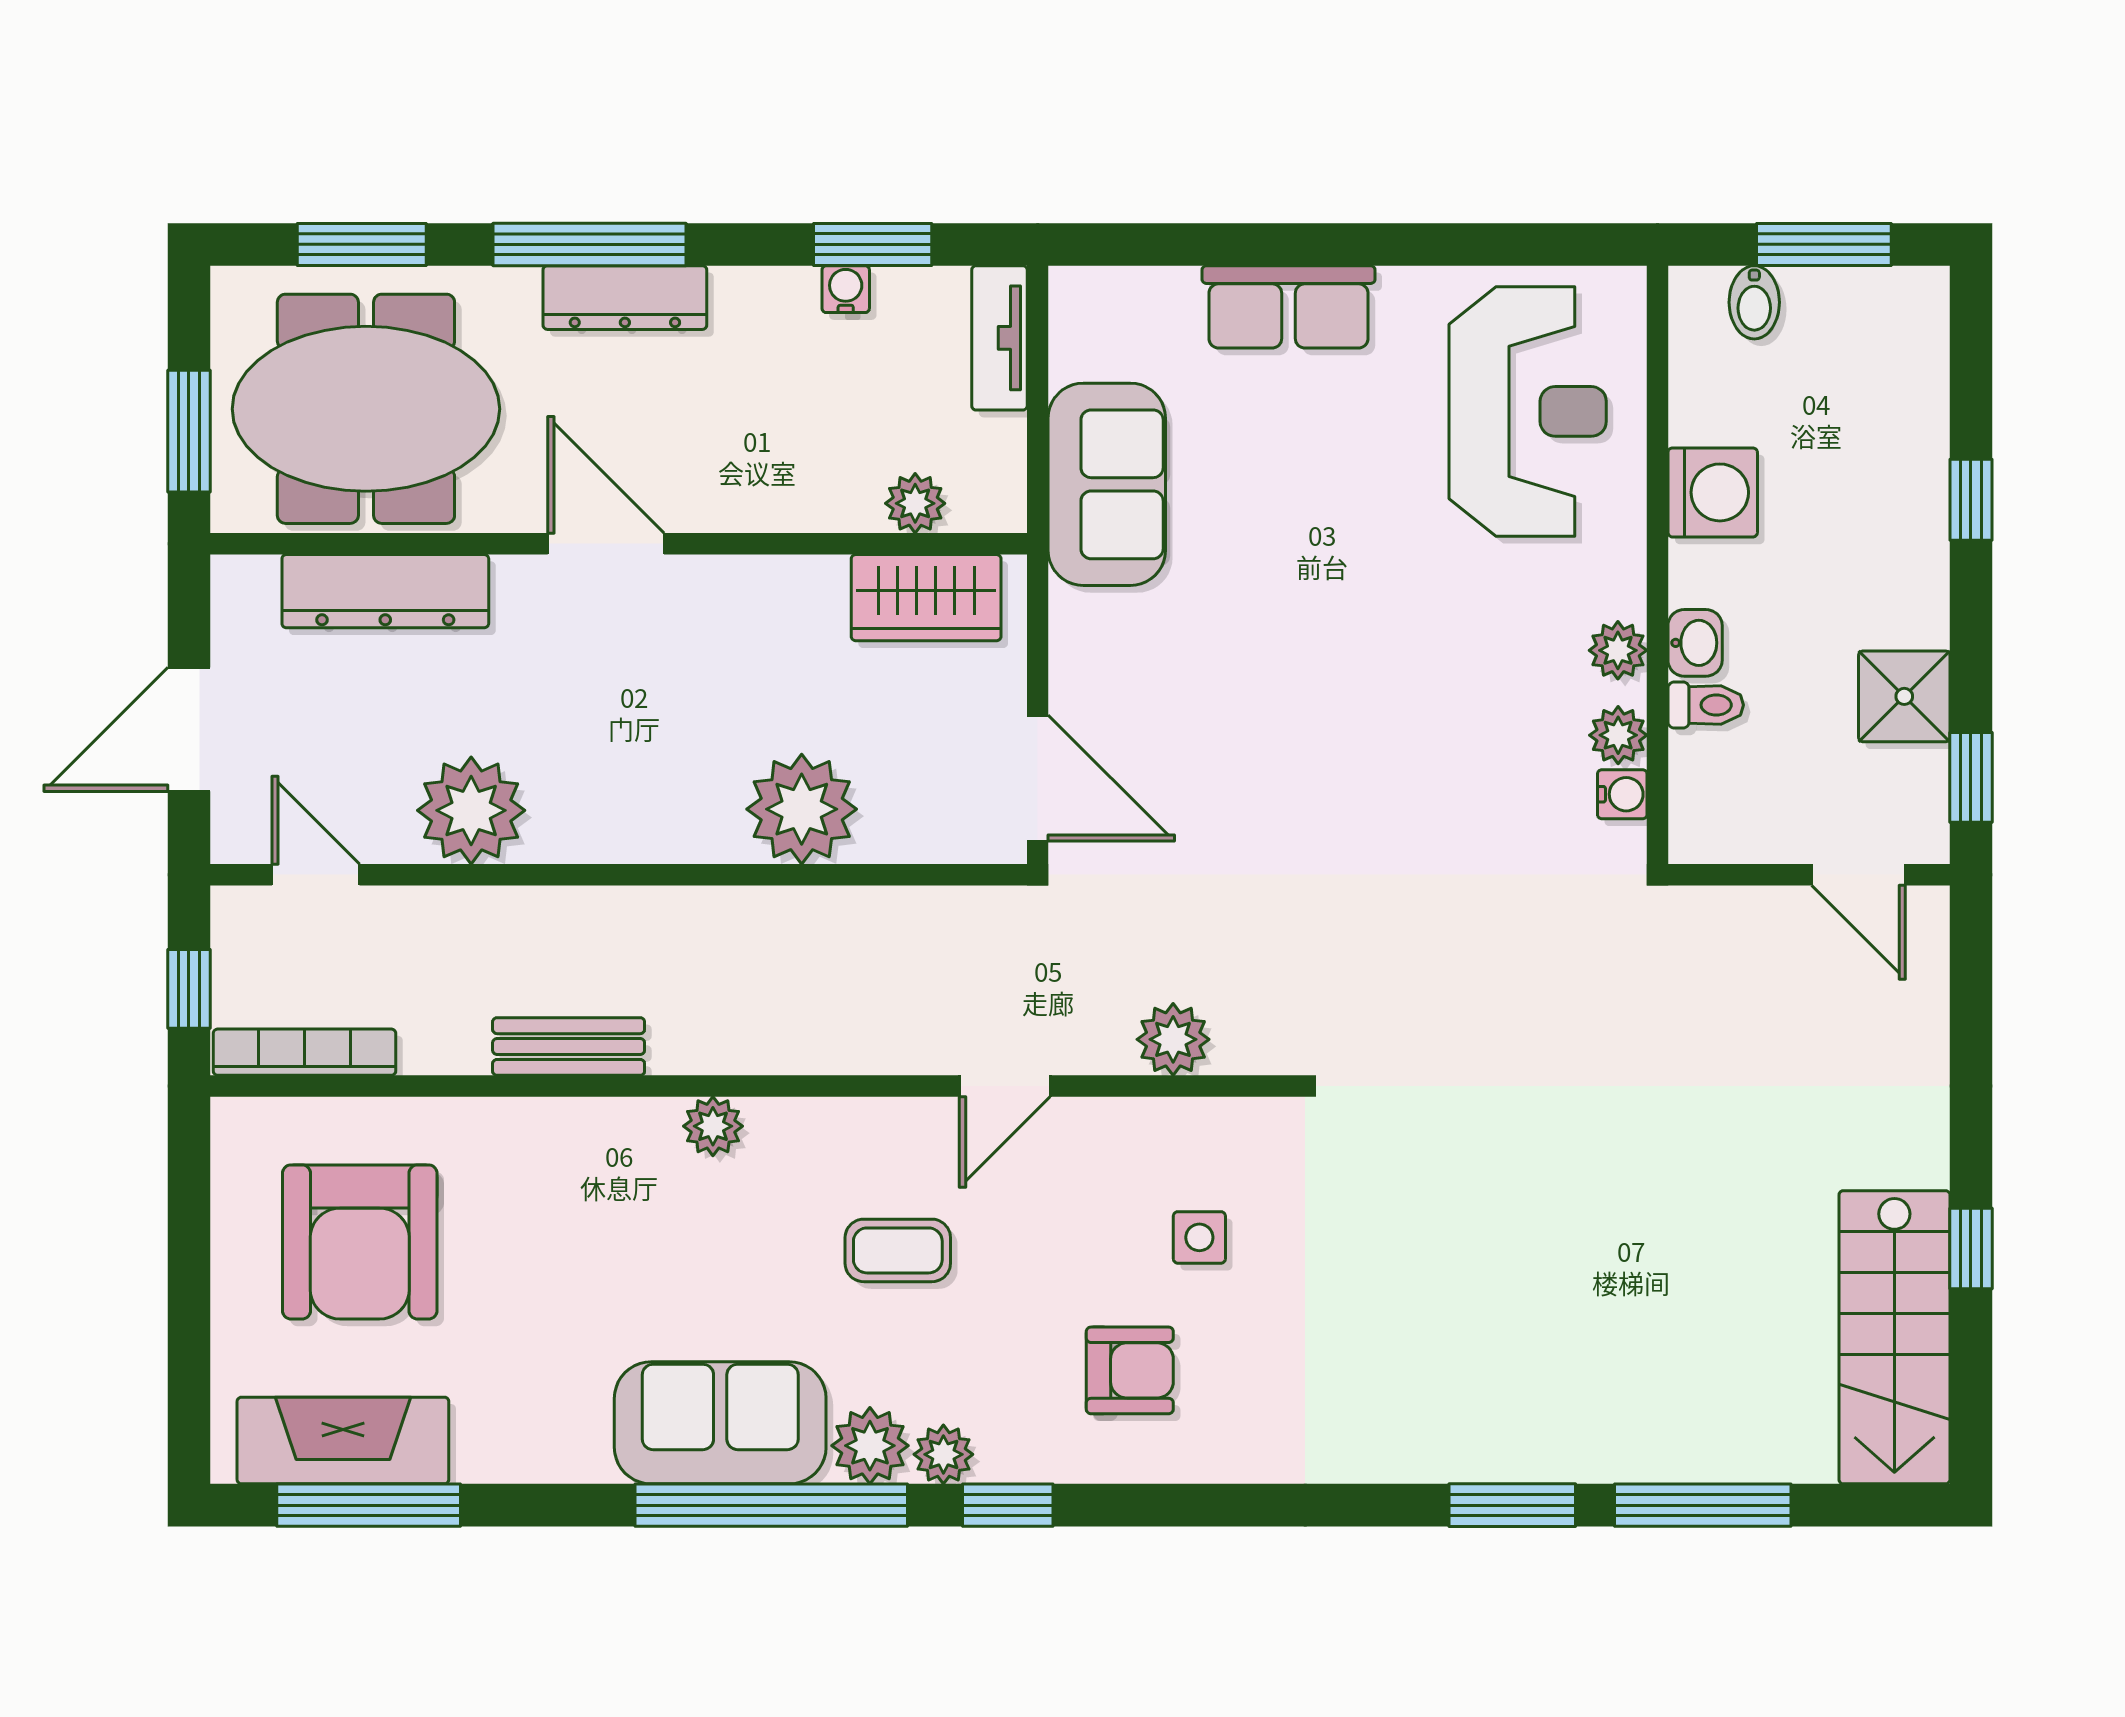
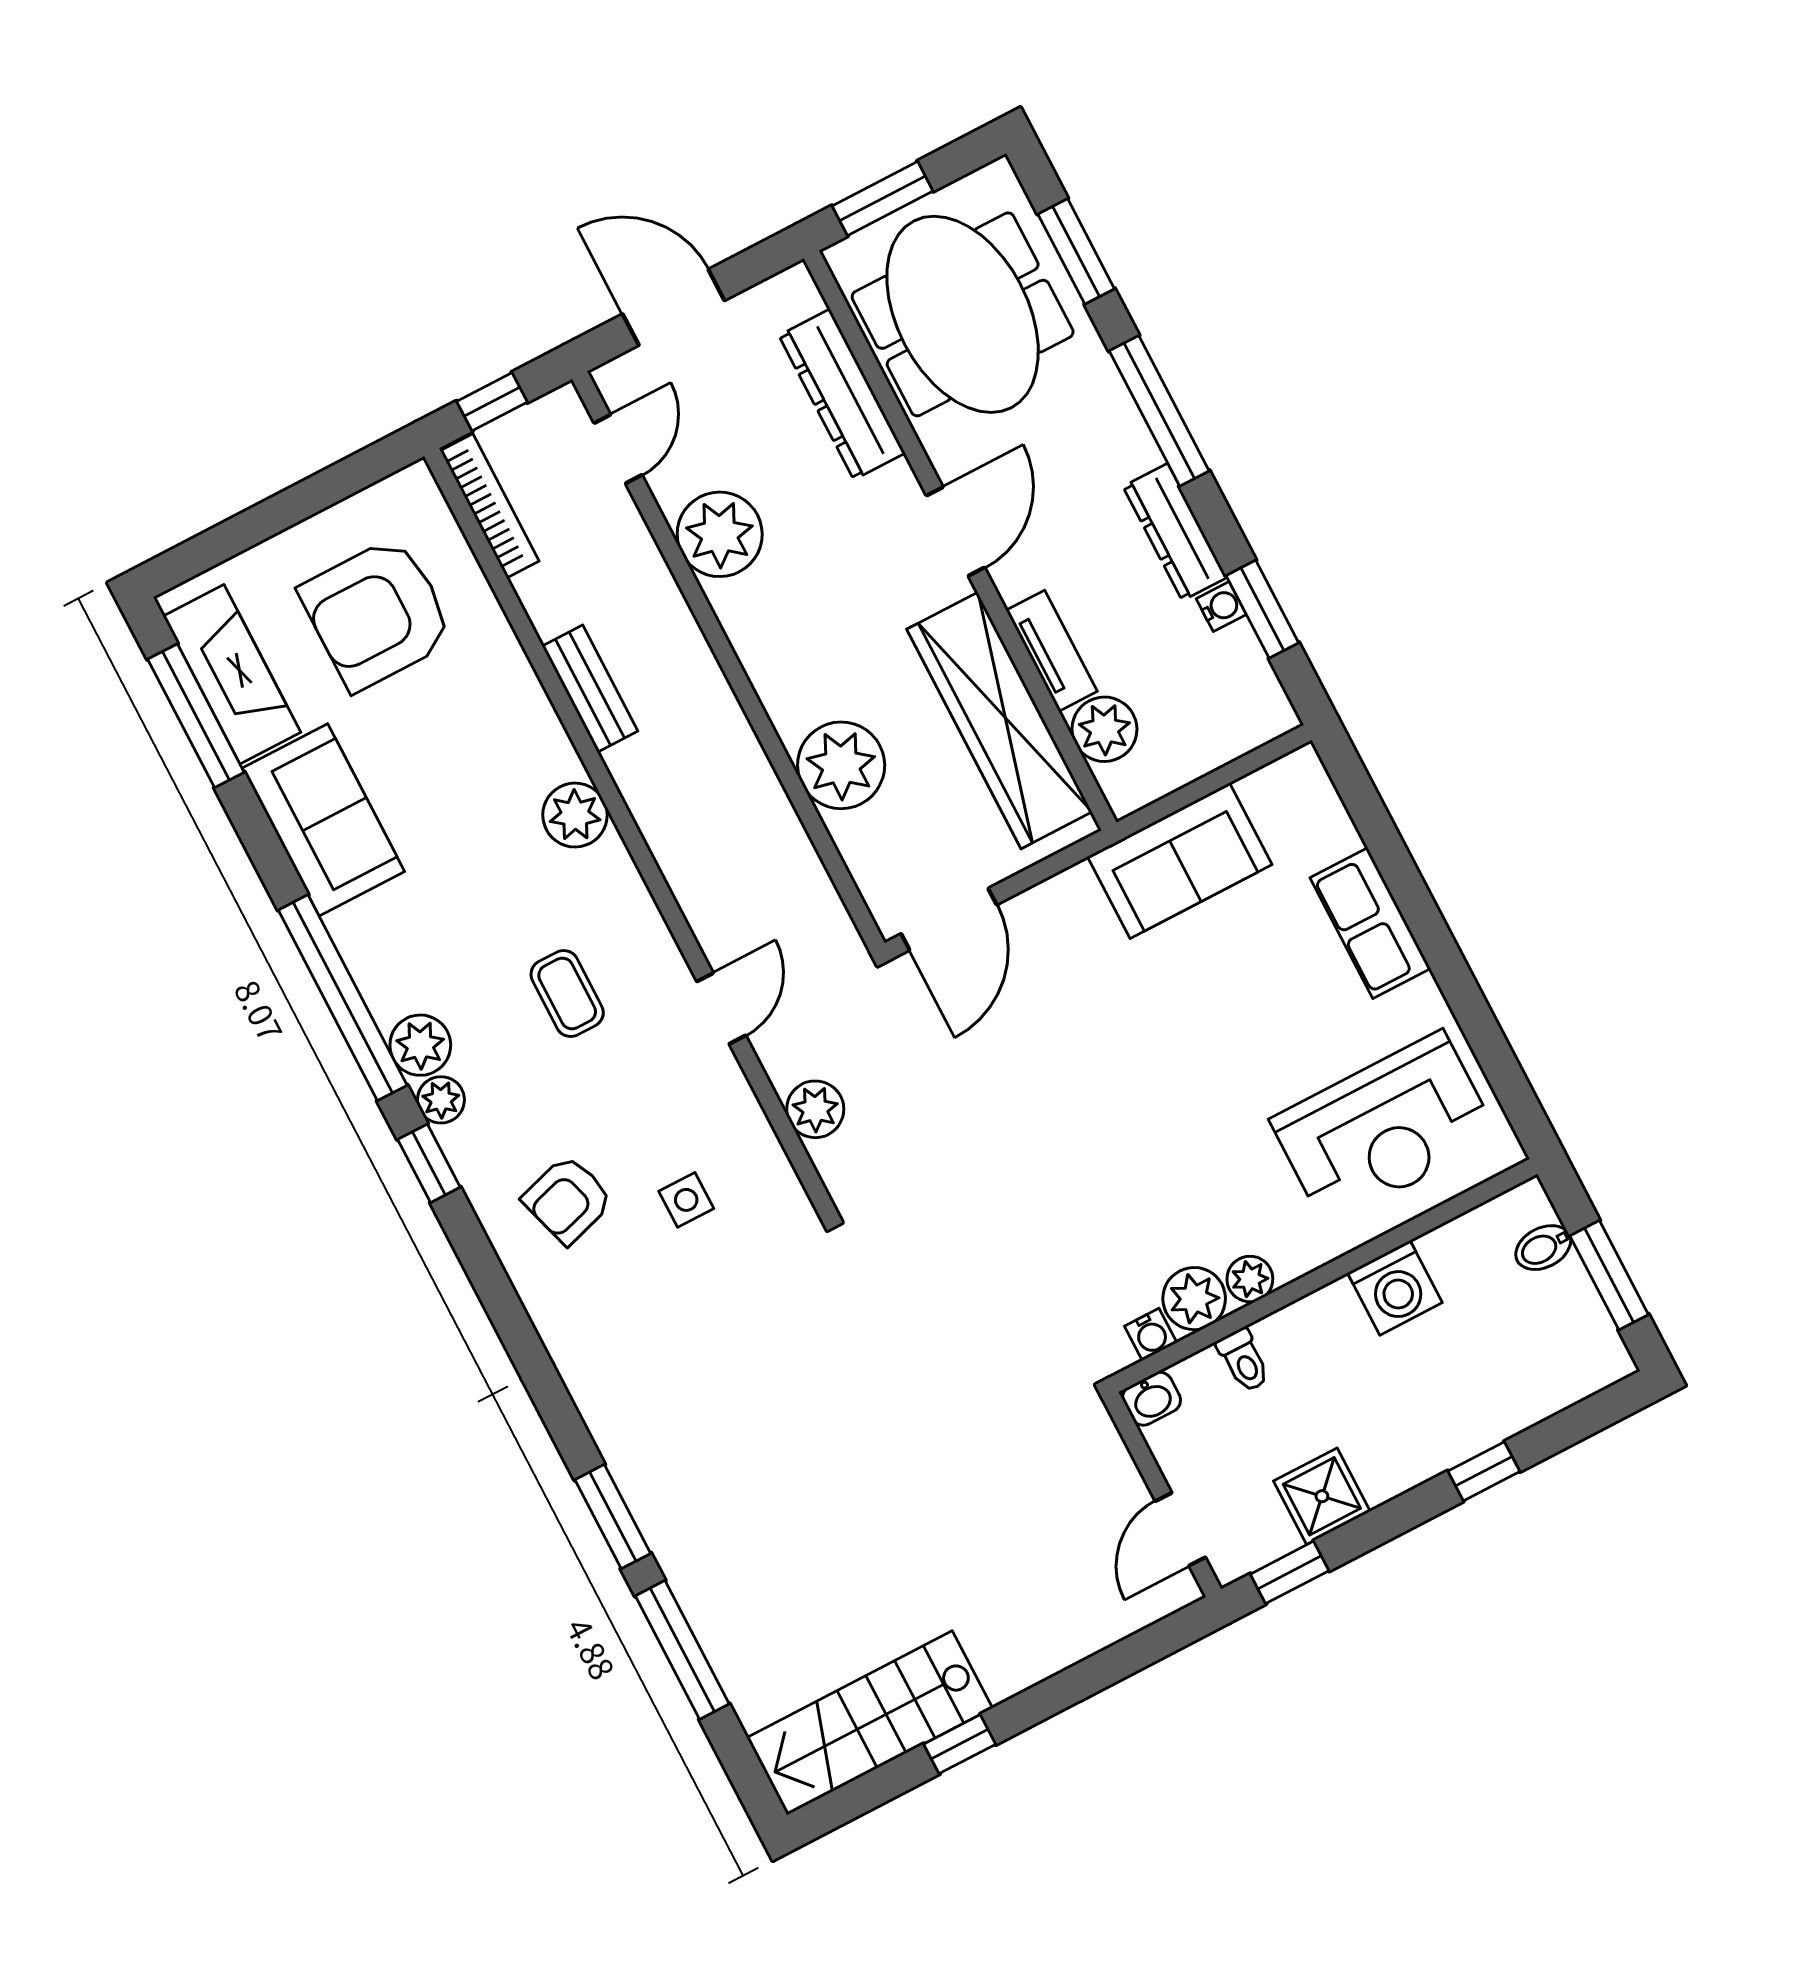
dresser: (625, 298) -> (1175, 532), moved
tv unit: (999, 338) -> (1052, 651), moved, turned 90
plant: (915, 503) -> (1104, 729), width x1.38, depth x1.38
wardrobe: (926, 598) -> (999, 721), width x2.10, depth x1.17
washbasin: (1695, 643) -> (1152, 1399), moved
plant: (1618, 735) -> (1194, 1299), width x1.38, depth x1.38
door: (1005, 1086) -> (721, 1008), swing flipped
plant: (713, 1126) -> (575, 815), width x1.38, depth x1.38
armchair: (1130, 1370) -> (568, 1200), turned 73
sofa: (720, 1423) -> (323, 820), moved

